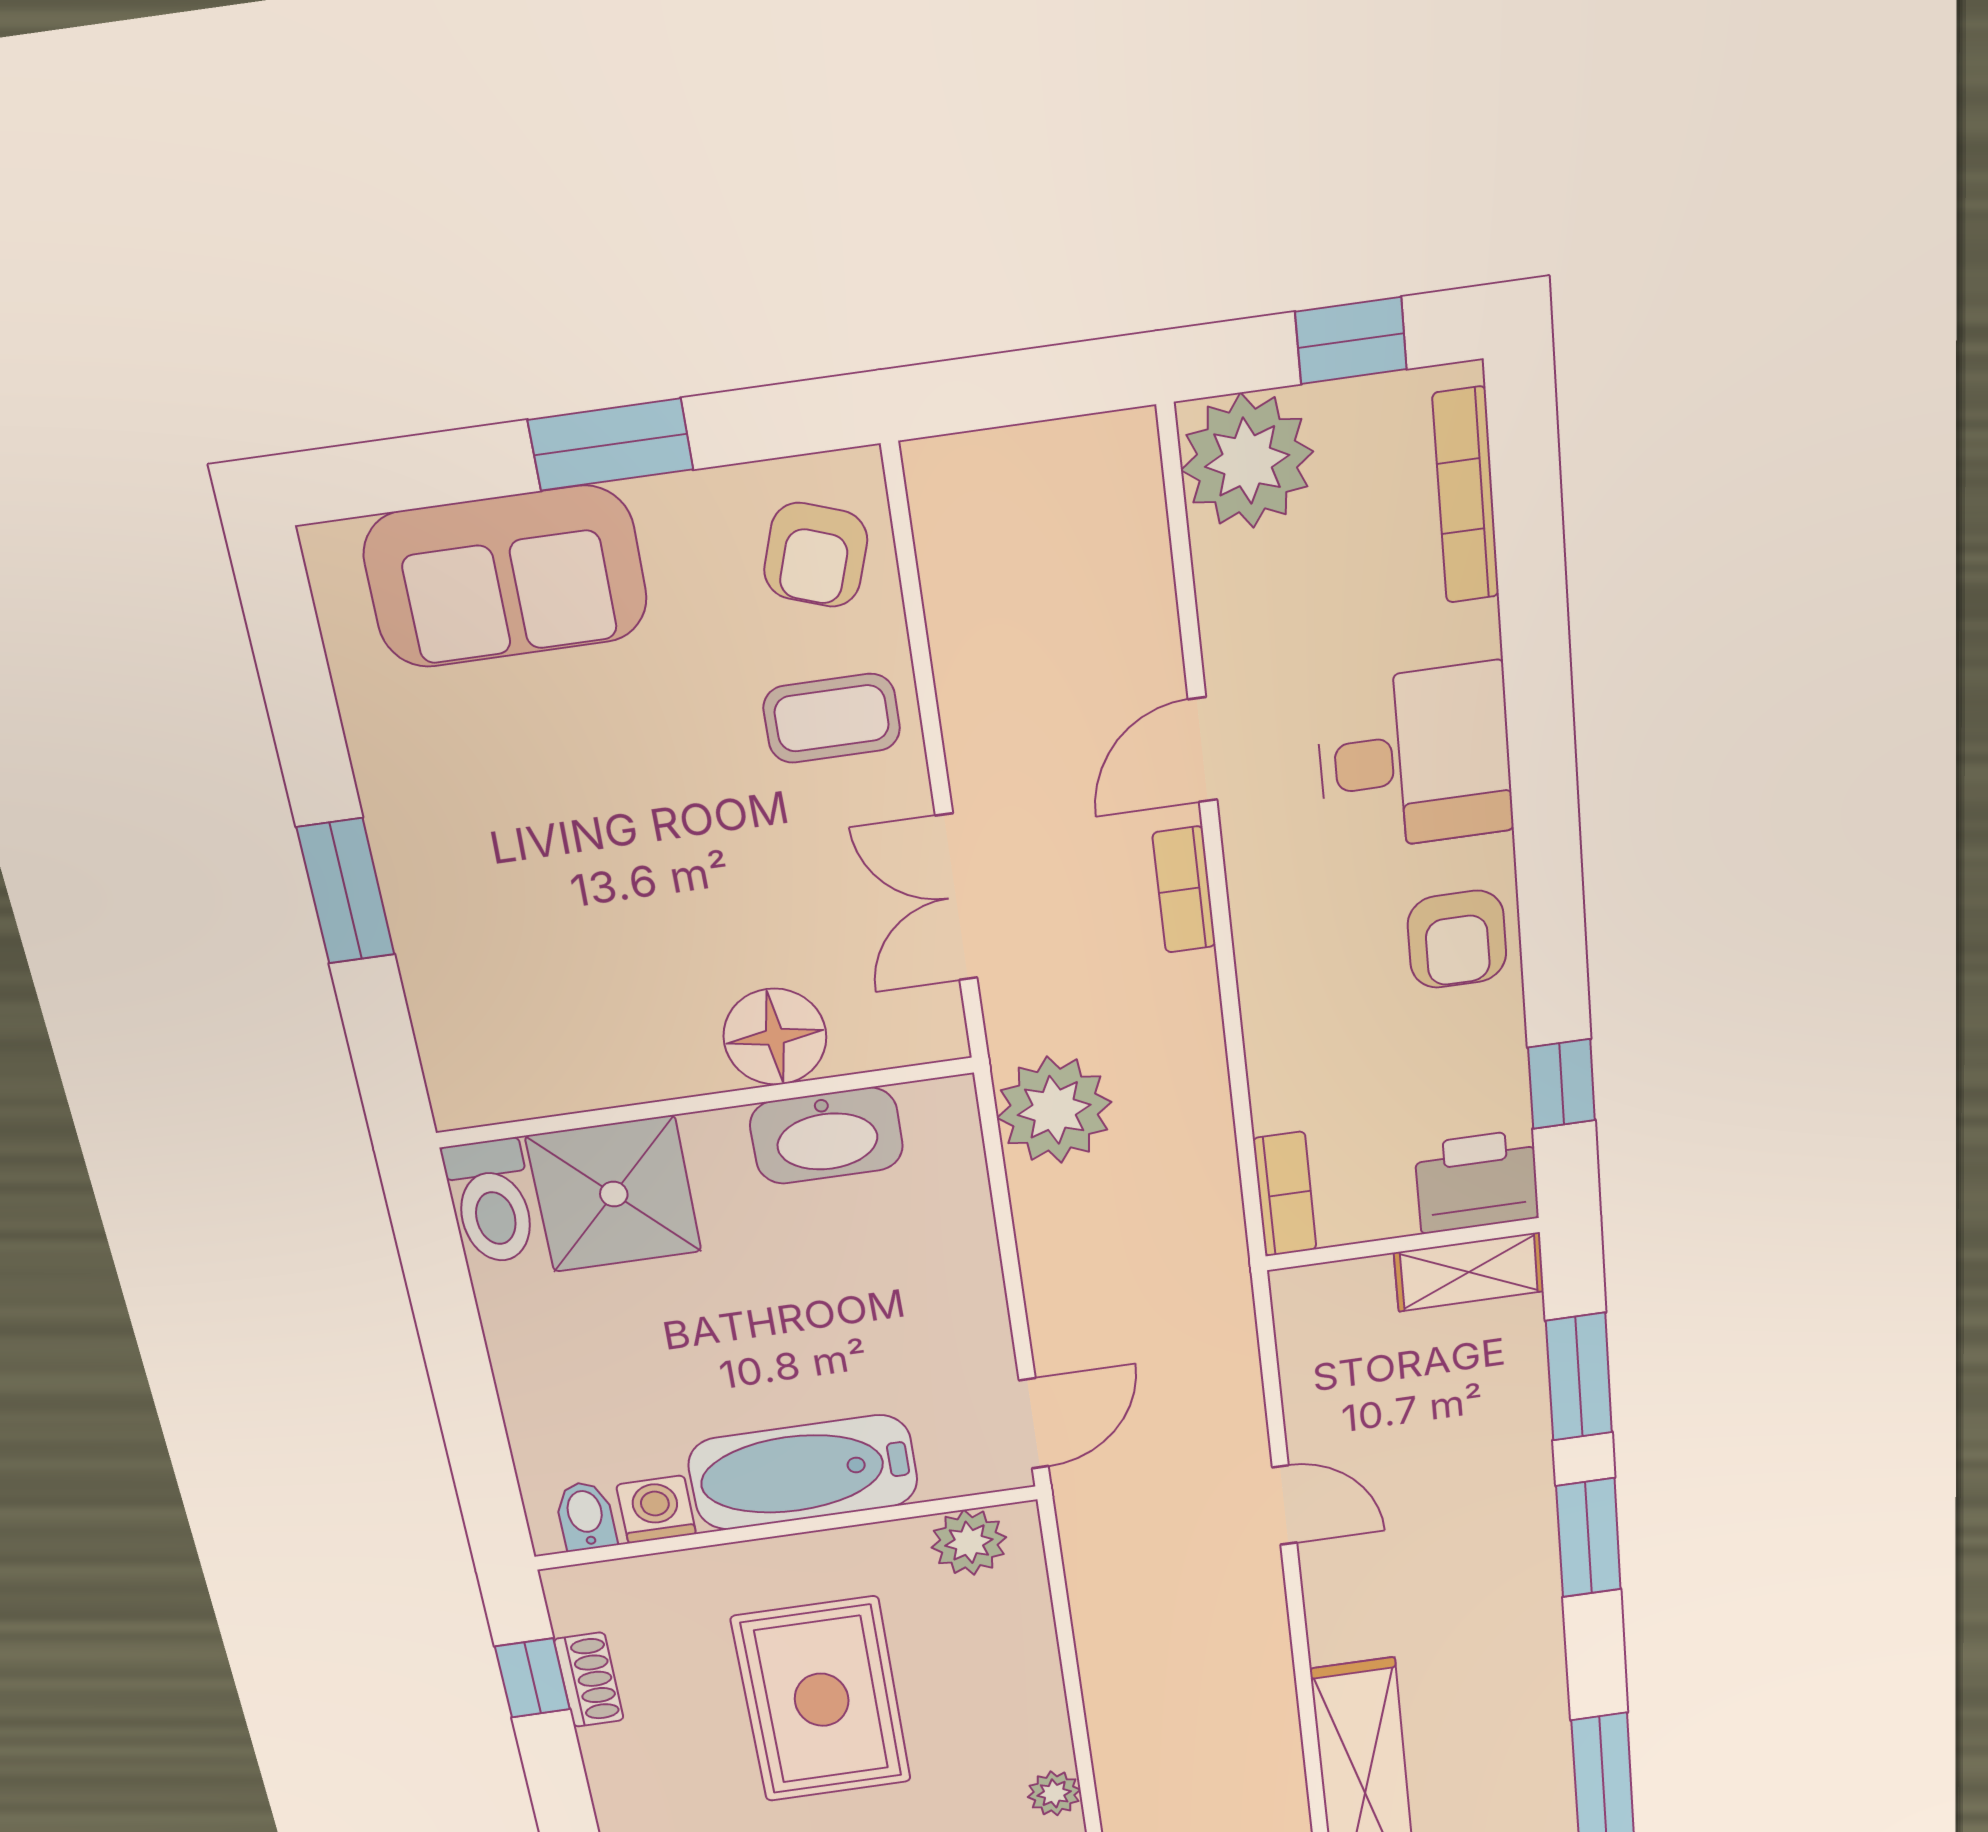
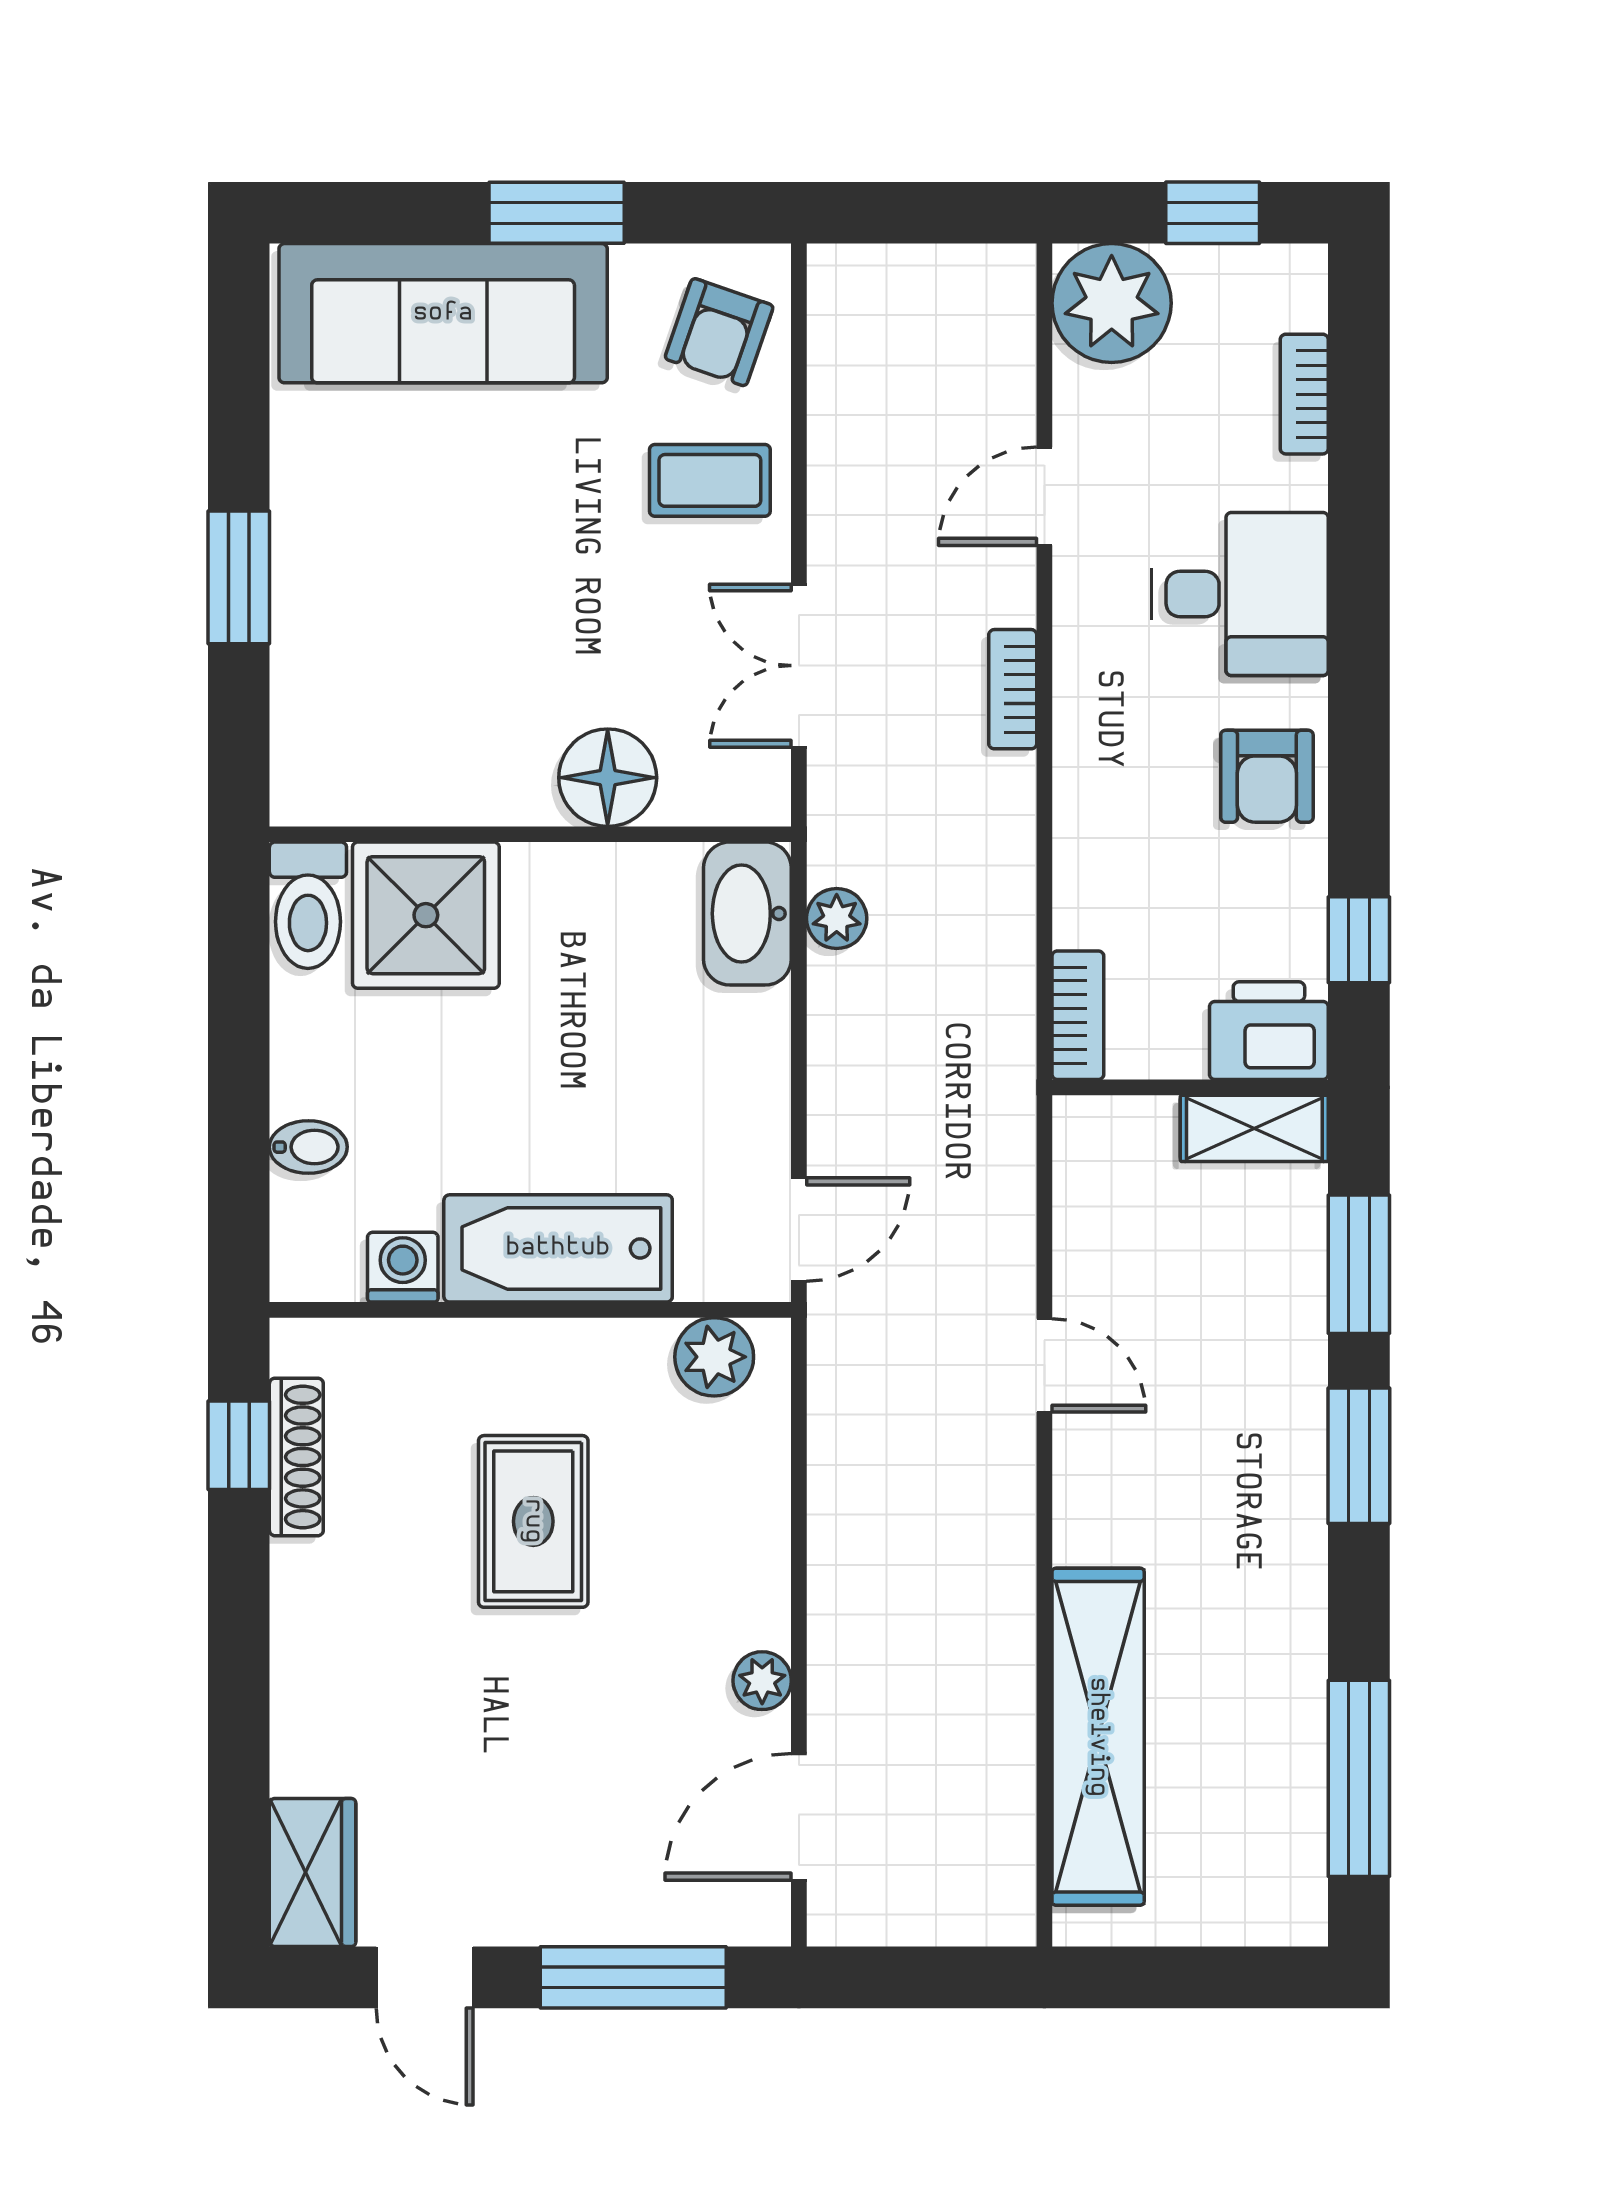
bookcase: (1466, 496) -> (1304, 394), width x0.64
sofa: (506, 577) -> (443, 313), width x1.36
door: (1203, 750) -> (1044, 496), moved
plant: (1054, 1110) -> (837, 918), width x0.53, depth x0.53
washbasin: (826, 1136) -> (747, 914), moved, turned 90
bidet: (586, 1516) -> (308, 1147), moved, turned 90
shoe rack: (589, 1680) -> (296, 1457), width x1.43
rug: (822, 1700) -> (533, 1521), width x0.73, depth x0.70

